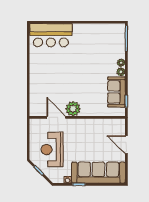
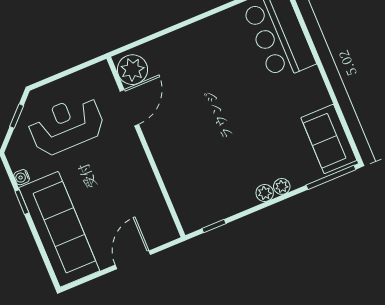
sofa: (116, 92) -> (329, 139), moved, turned -90
plant: (73, 109) -> (132, 70), moved

